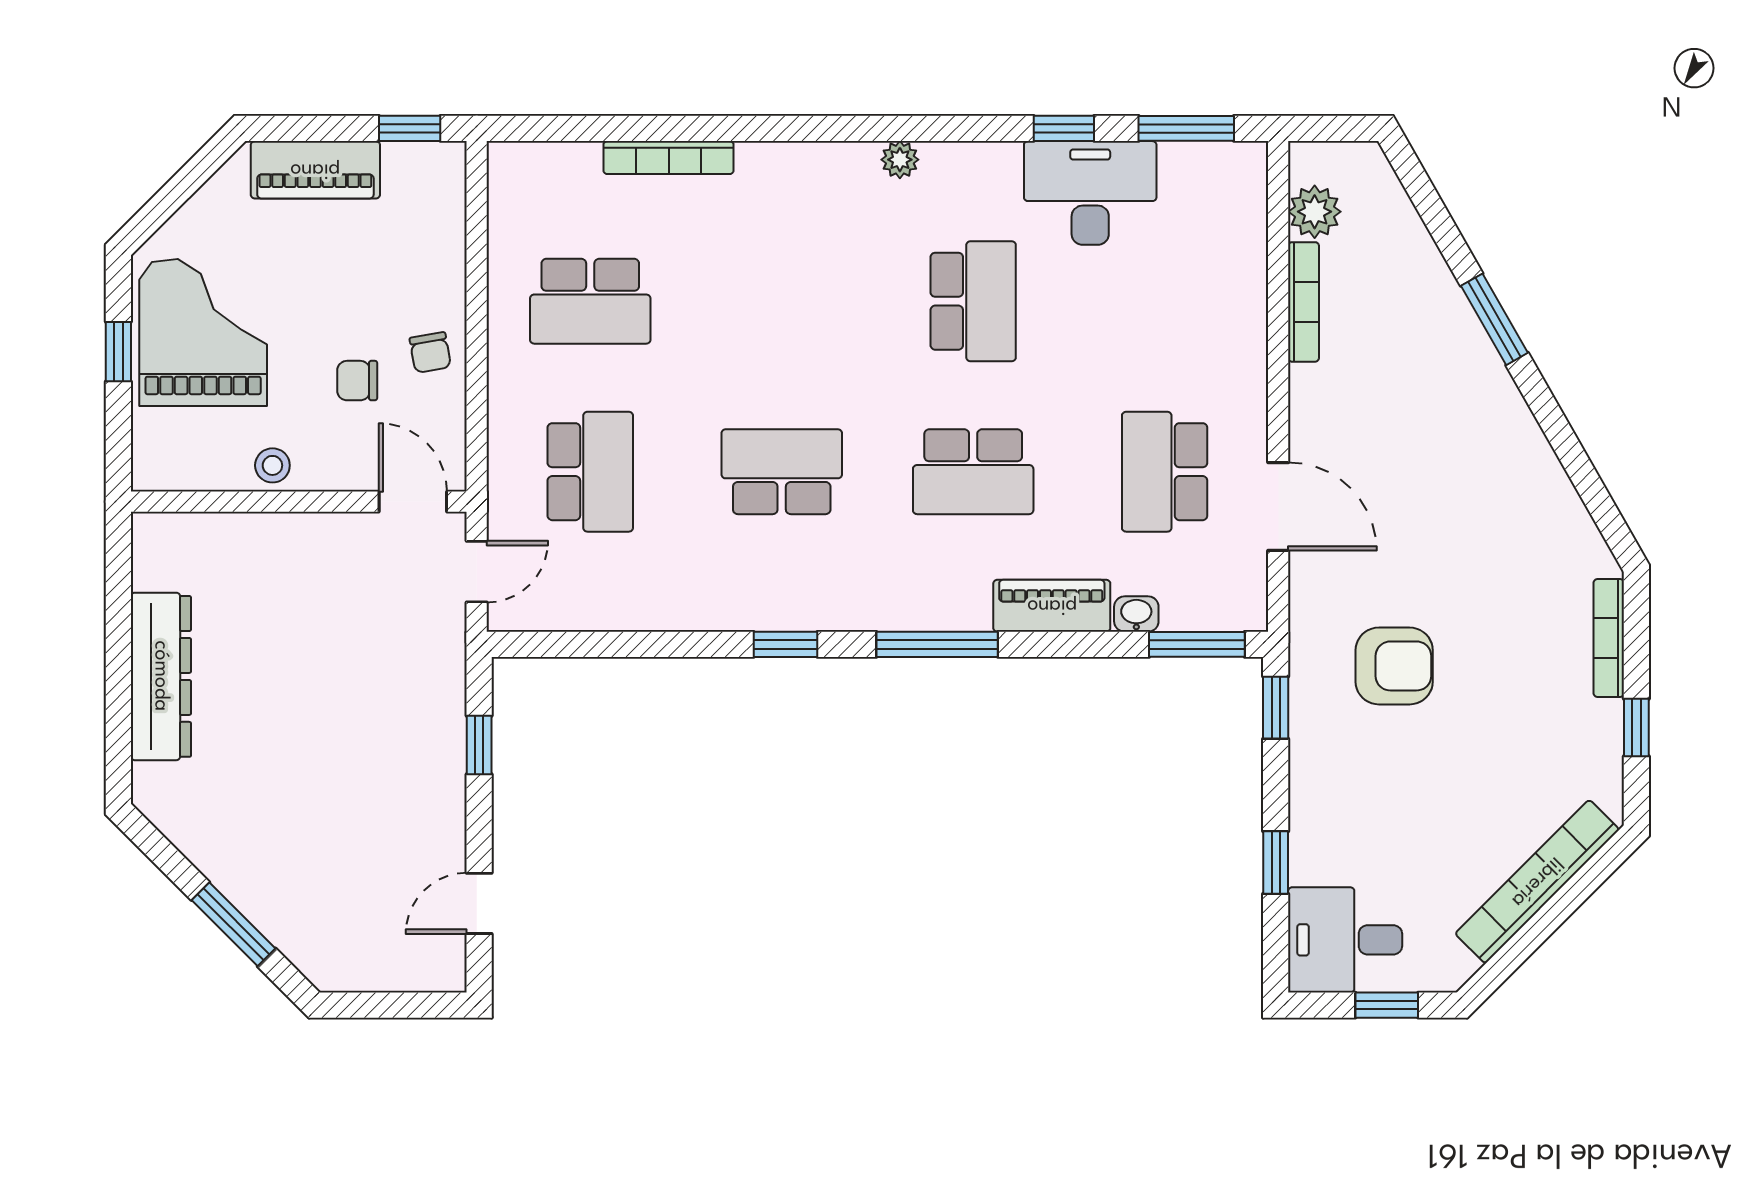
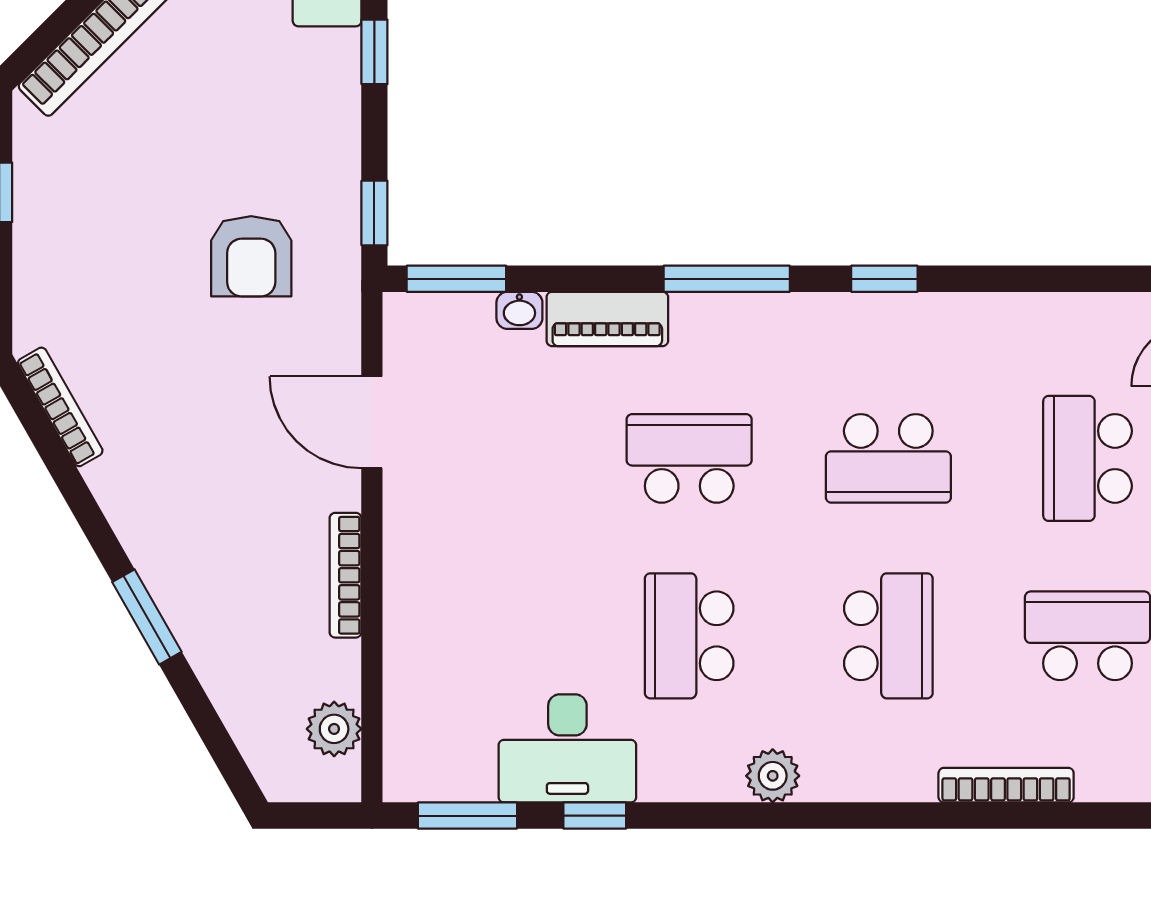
plant: (900, 160) -> (773, 776), width x1.38, depth x1.38
bookcase: (1304, 302) -> (345, 575), moved
school desk: (1165, 472) -> (888, 636), moved
bookcase: (1609, 638) -> (60, 407), moved, turned -30
armchair: (1394, 666) -> (251, 256), turned -90

